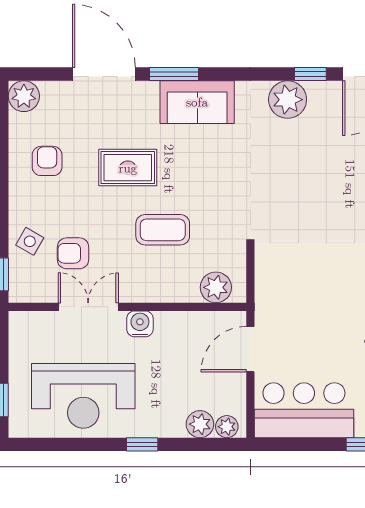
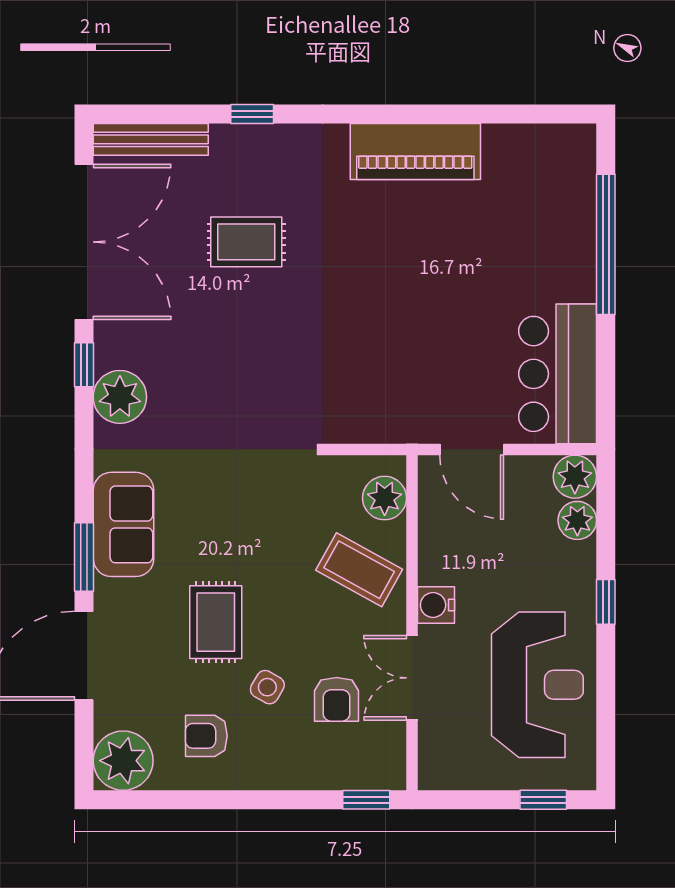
plant: (24, 96) -> (123, 761), width x1.36, depth x1.36
coffee table: (163, 230) -> (359, 570), moved, turned -61
side table: (30, 241) -> (267, 687), moved
plant: (227, 427) -> (575, 477), width x1.38, depth x1.38

